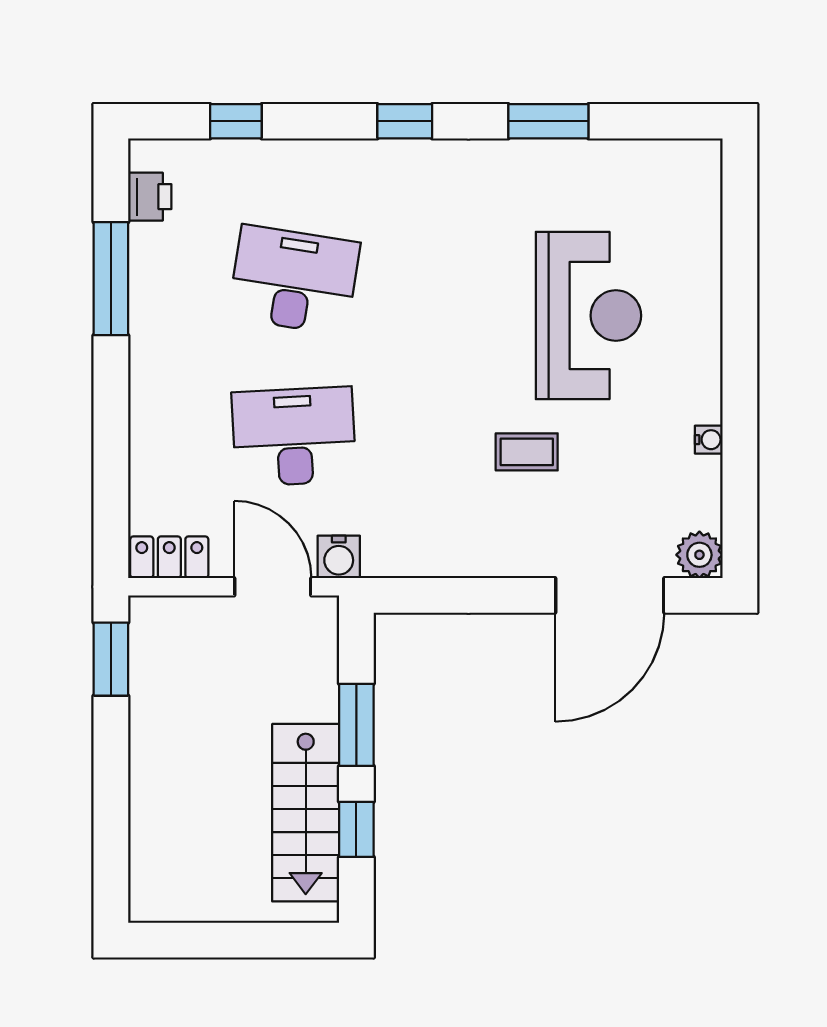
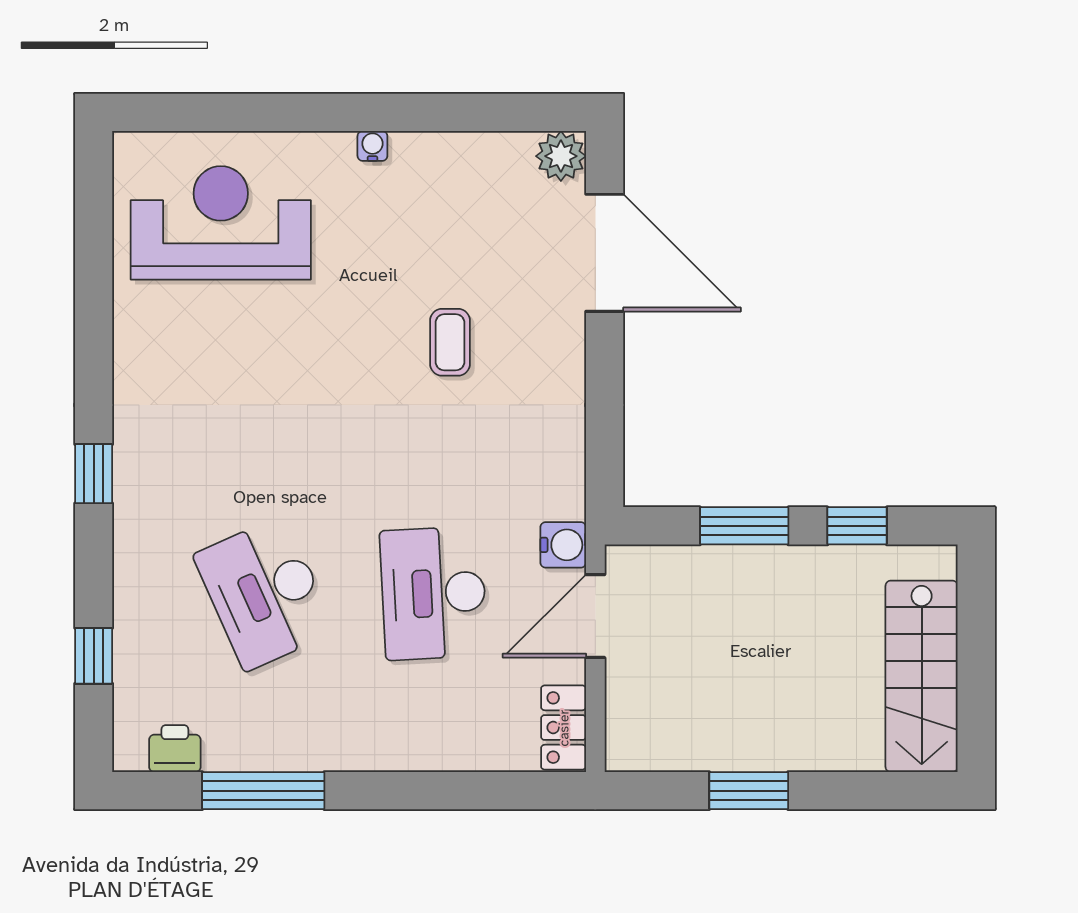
window: (548, 121) -> (94, 319), removed
desk: (294, 280) -> (265, 593), turned -33
reception desk: (589, 316) -> (221, 223), moved
water cooler: (709, 440) -> (372, 146), moved
window: (111, 659) -> (749, 791), moved
stairs: (306, 813) -> (922, 676), moved, turned 90

